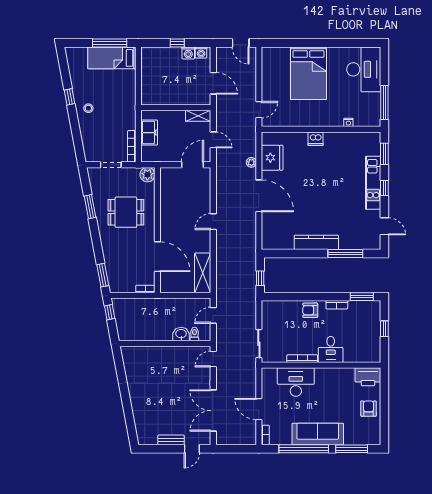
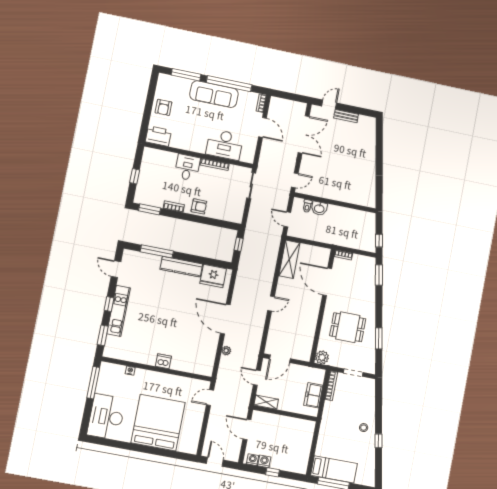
bed: (308, 73) -> (158, 423), width x1.36
fridge: (272, 158) -> (213, 276), moved, turned -90
door: (213, 315) -> (287, 219), swing flipped

